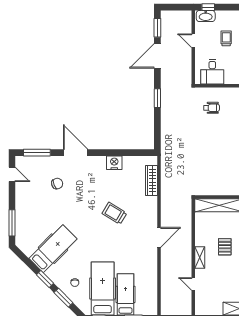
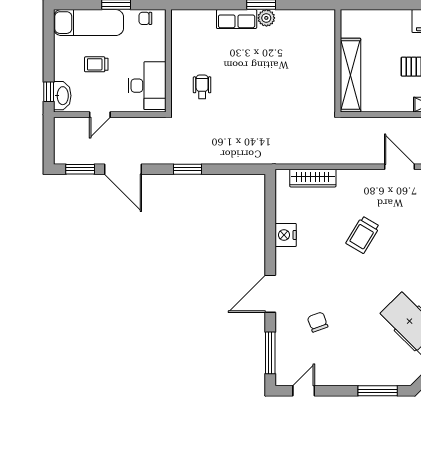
desk: (212, 72) -> (147, 86), width x1.37

